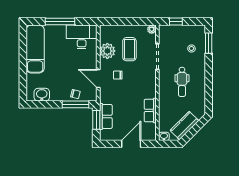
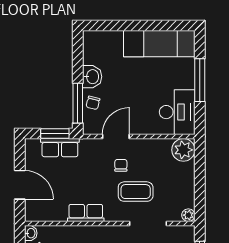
coffee table: (129, 49) -> (136, 192), moved
plant: (107, 51) -> (183, 150), moved
washbasin: (42, 95) -> (92, 77), moved
row of seats: (150, 110) -> (86, 213), moved

